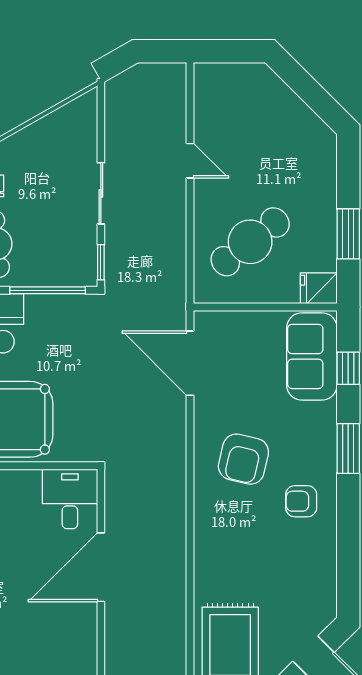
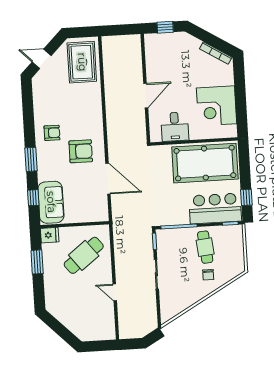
door: (190, 363) -> (108, 179), moved
armchair: (243, 459) -> (81, 151), turned 77
desk: (70, 499) -> (175, 127), moved
door: (101, 567) -> (146, 96), width x0.73

